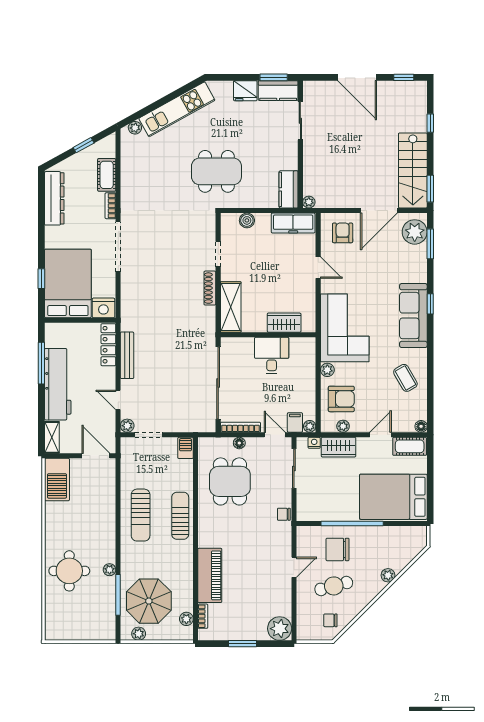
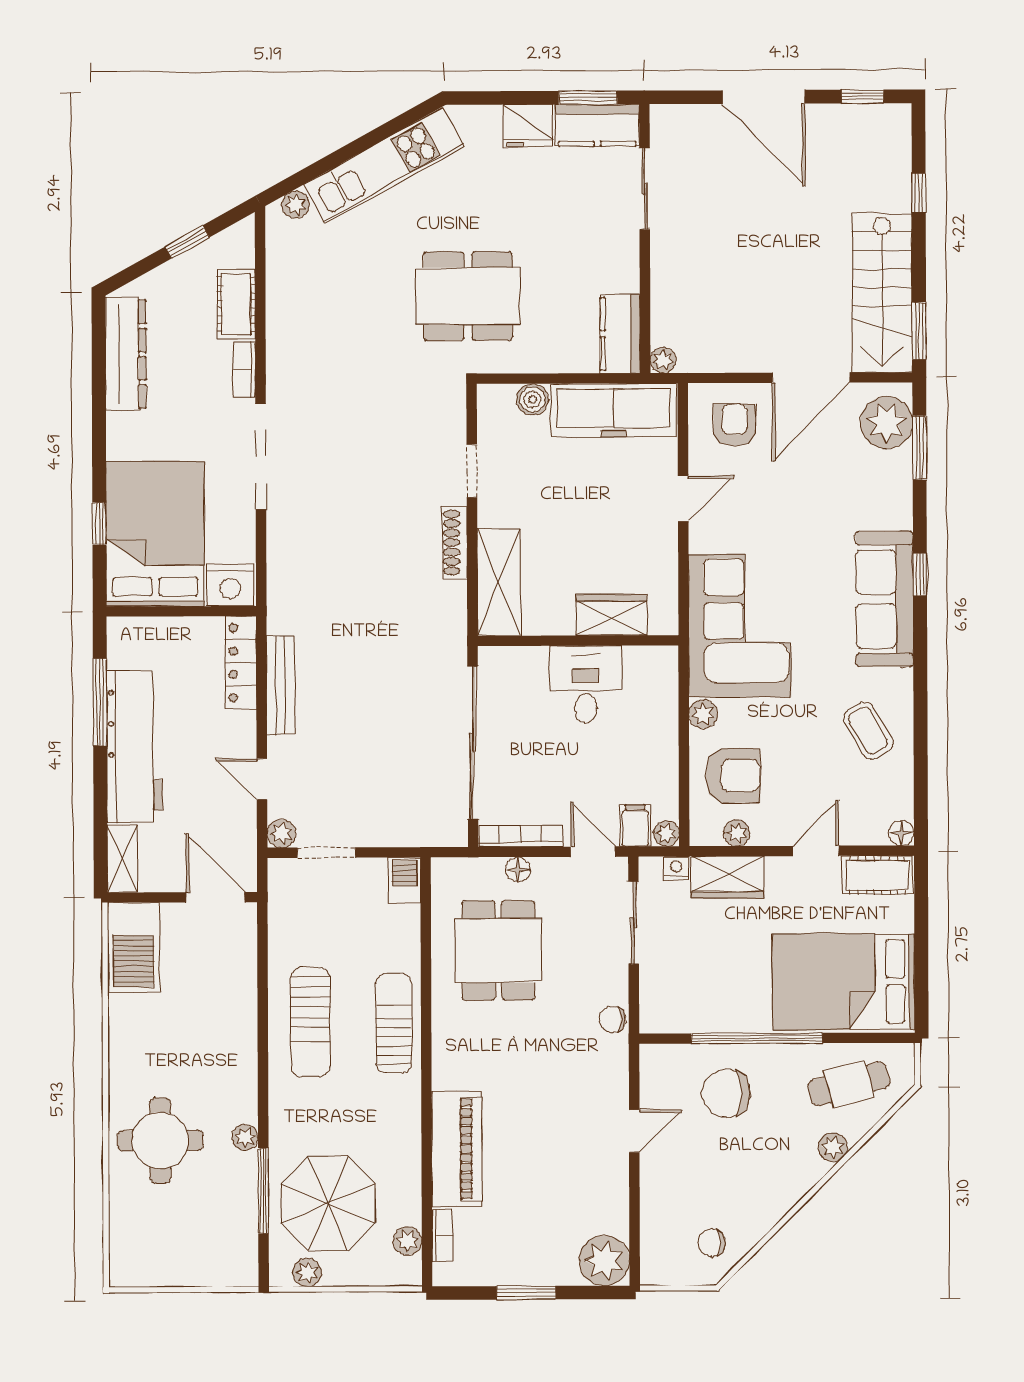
freezer: (293, 223) -> (613, 410), width x1.36, depth x1.26
door: (318, 268) -> (683, 499), hinge flipped
cafe table: (334, 586) -> (849, 1084), moved

